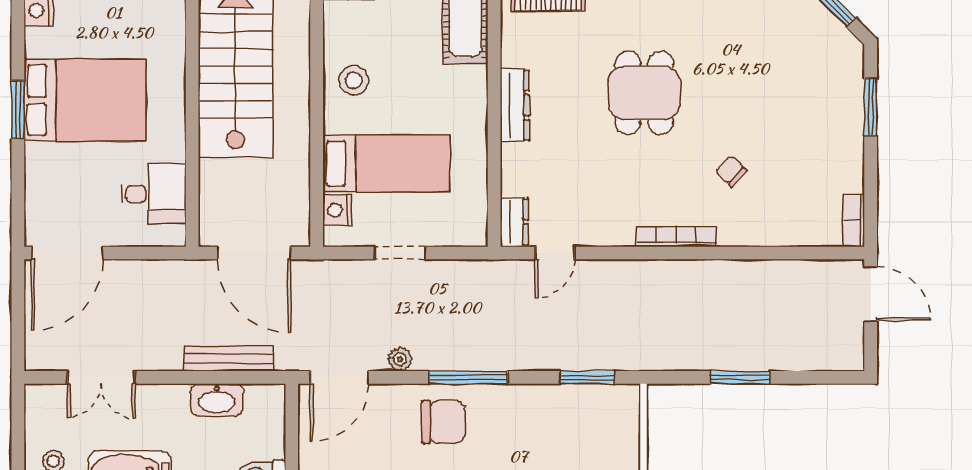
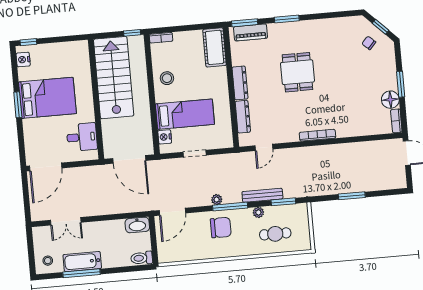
window: (871, 107) -> (401, 84), moved
chair: (731, 171) -> (369, 43), moved
floor lamp: (845, 172) -> (390, 100), added
dresser: (514, 222) -> (243, 117), moved, width x1.44
bench: (229, 359) -> (262, 195), moved
plant: (400, 359) -> (217, 200), moved
plant: (530, 396) -> (258, 212), added
washbasin: (217, 400) -> (137, 225), moved
cafe table: (563, 447) -> (275, 234), added

